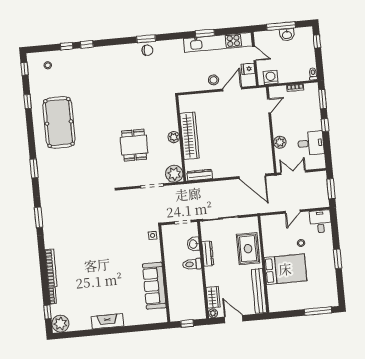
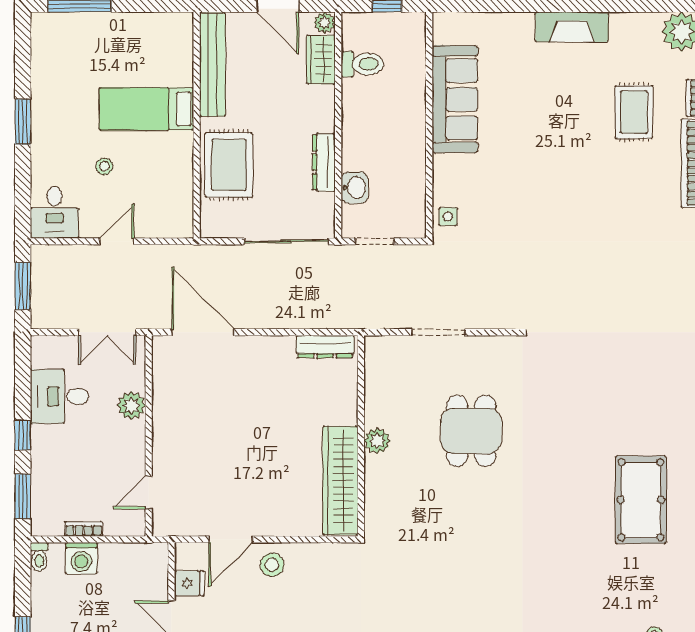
washing machine: (271, 77) -> (81, 558), moved
pool table: (59, 122) -> (641, 500), width x0.73, depth x0.76
wardrobe: (189, 136) -> (340, 480), moved
plant: (174, 174) -> (384, 355), removed
toilet: (192, 264) -> (363, 64), moved
bed: (285, 269) -> (146, 109), width x0.67
rug: (78, 287) -> (634, 112), added

